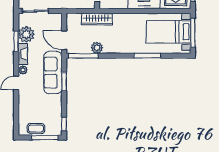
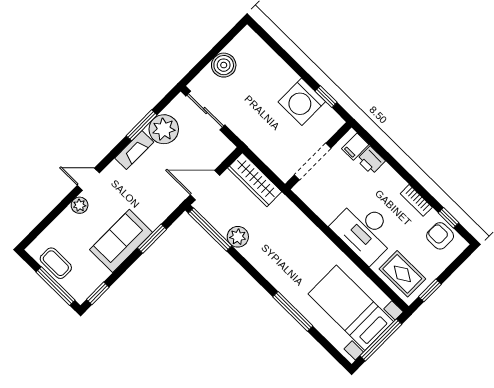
wardrobe: (97, 19) -> (255, 180), moved
door: (64, 40) -> (205, 185), hinge flipped
plant: (23, 70) -> (80, 205), moved
sofa: (53, 73) -> (121, 241), moved, width x0.73

